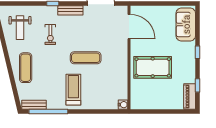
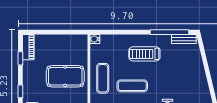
exercise mat: (26, 68) -> (103, 78), moved
treadmill: (73, 90) -> (144, 54), turned 90

